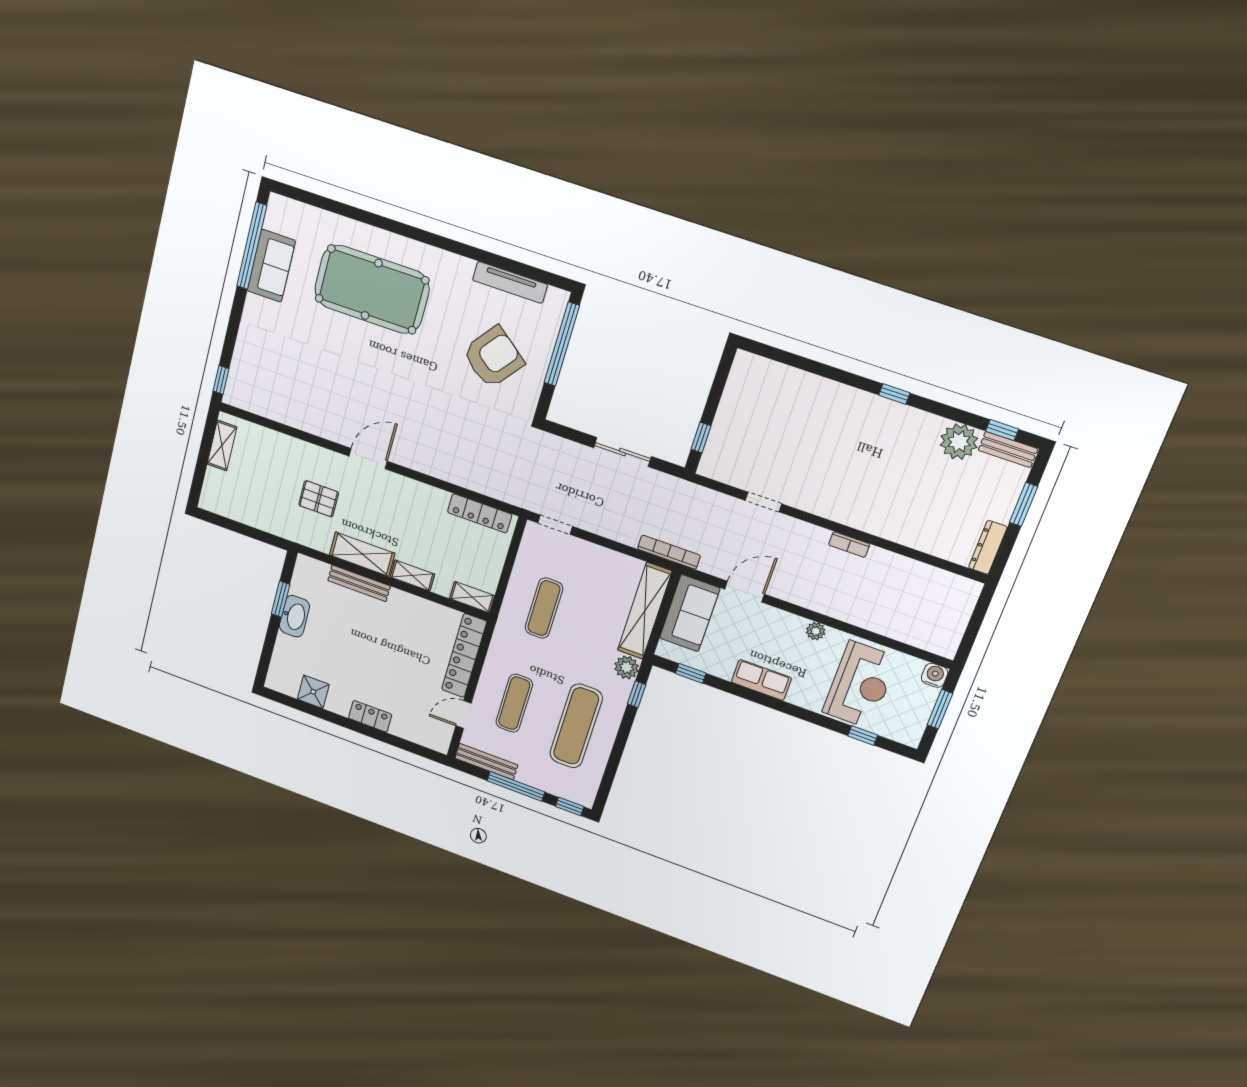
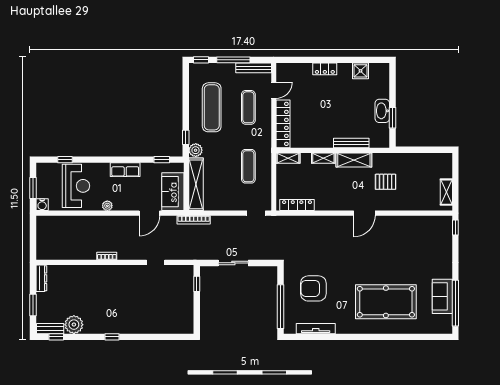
armchair: (493, 357) -> (313, 288), turned 52
reception desk: (860, 685) -> (76, 186), turned 180

